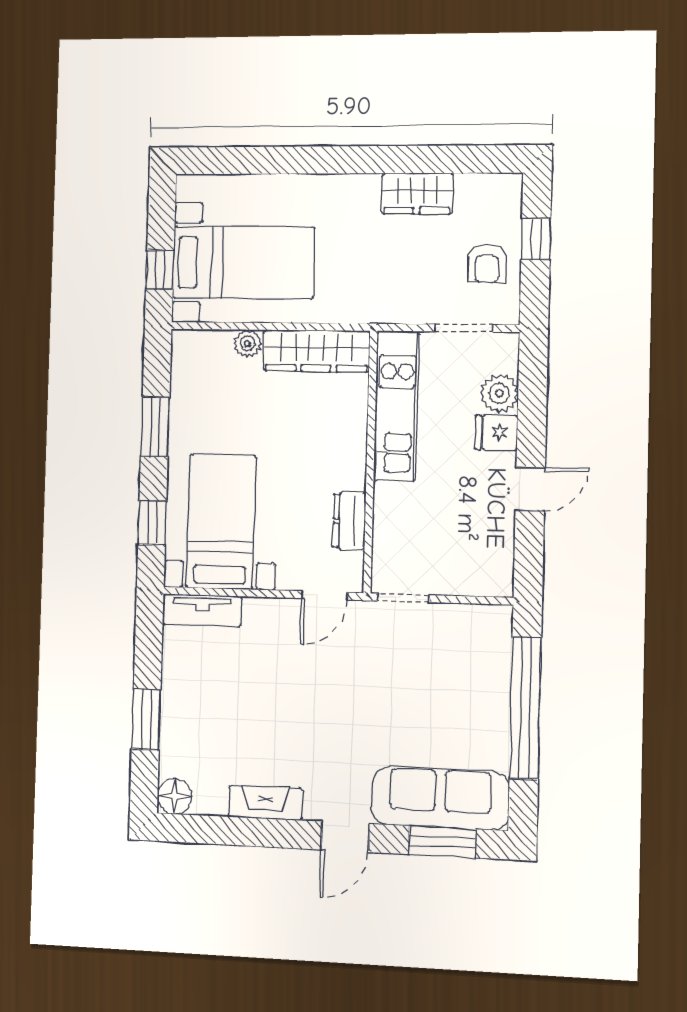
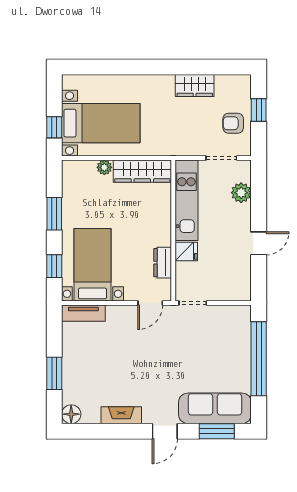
armchair: (487, 264) -> (233, 123), turned 90
fridge: (496, 433) -> (186, 252), moved, turned 180

